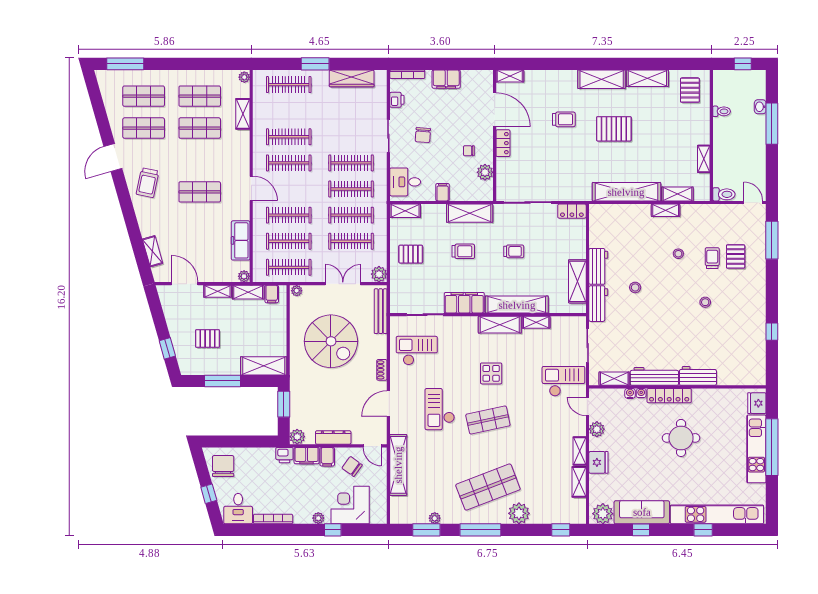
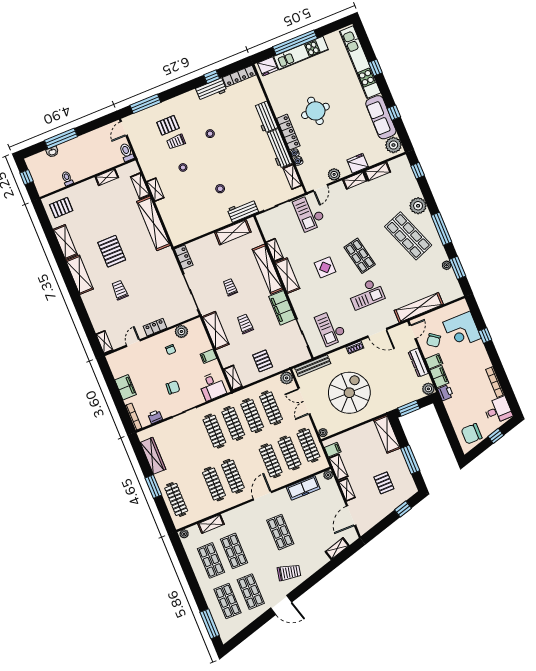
door: (495, 110) -> (133, 343), width x0.53
workbench: (598, 266) -> (211, 90), moved, turned 180
locker: (759, 365) -> (239, 76), added
plant: (318, 518) -> (481, 349), removed

